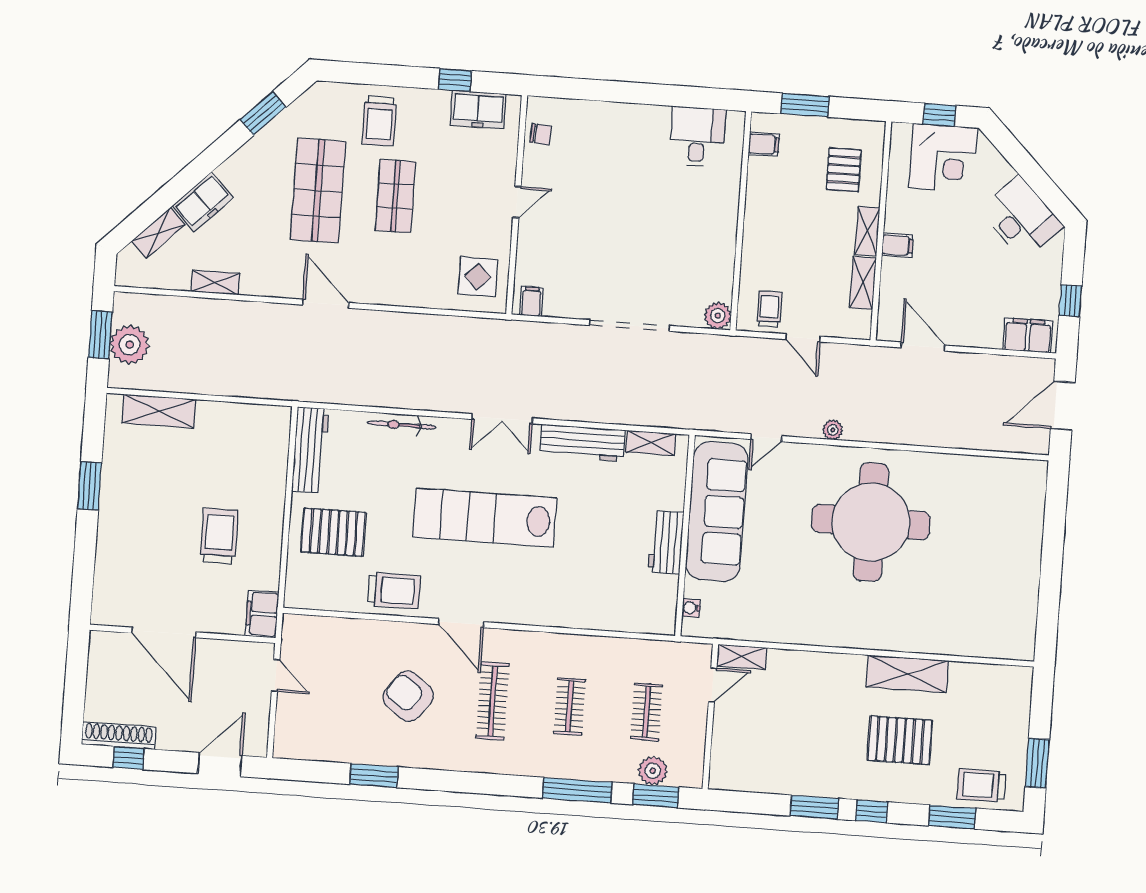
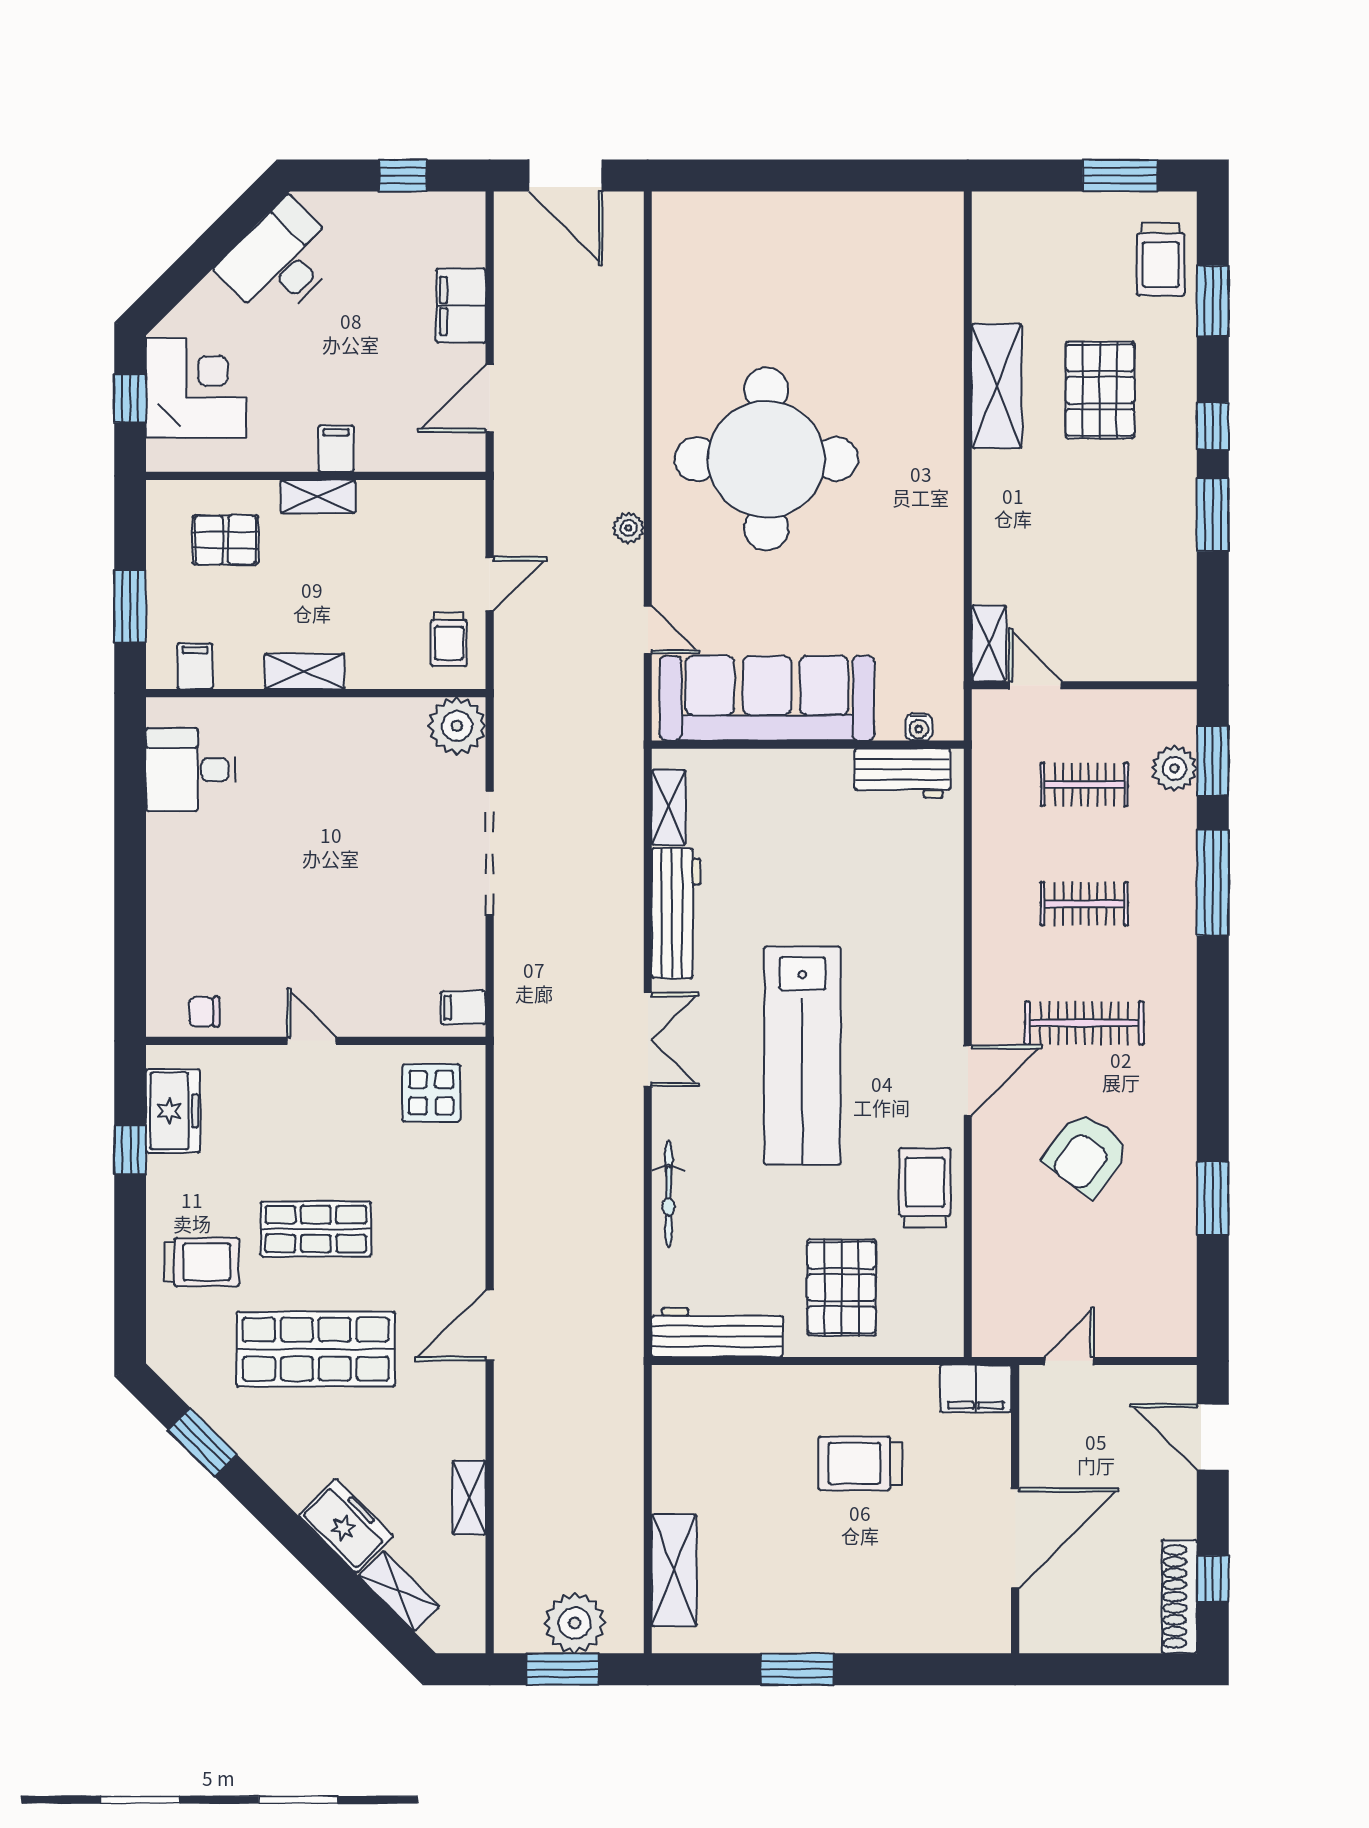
chair: (541, 134) -> (204, 1012), turned -94
shelving: (863, 283) -> (305, 671), moved
trolley: (769, 309) -> (449, 639), turned -90
plant: (718, 316) -> (457, 726), width x1.36, depth x1.36
filing cabinet: (1028, 335) -> (461, 306), moved
workbench: (666, 542) -> (902, 773), moved

